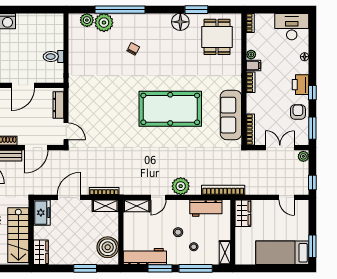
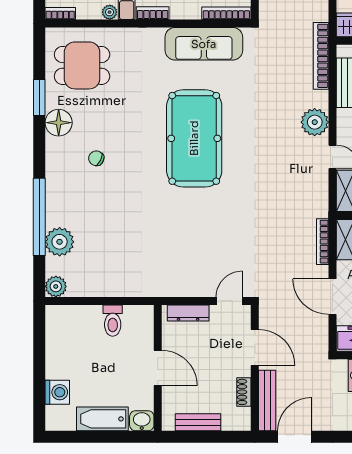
plant: (87, 20) -> (56, 286), moved
chair: (133, 49) -> (96, 158), moved

